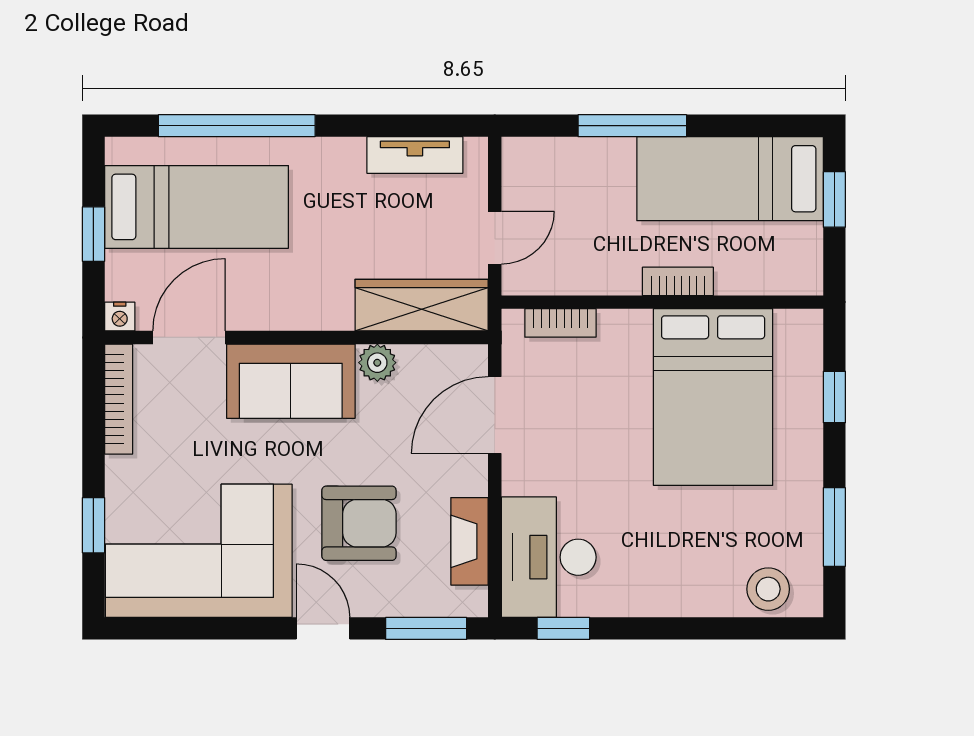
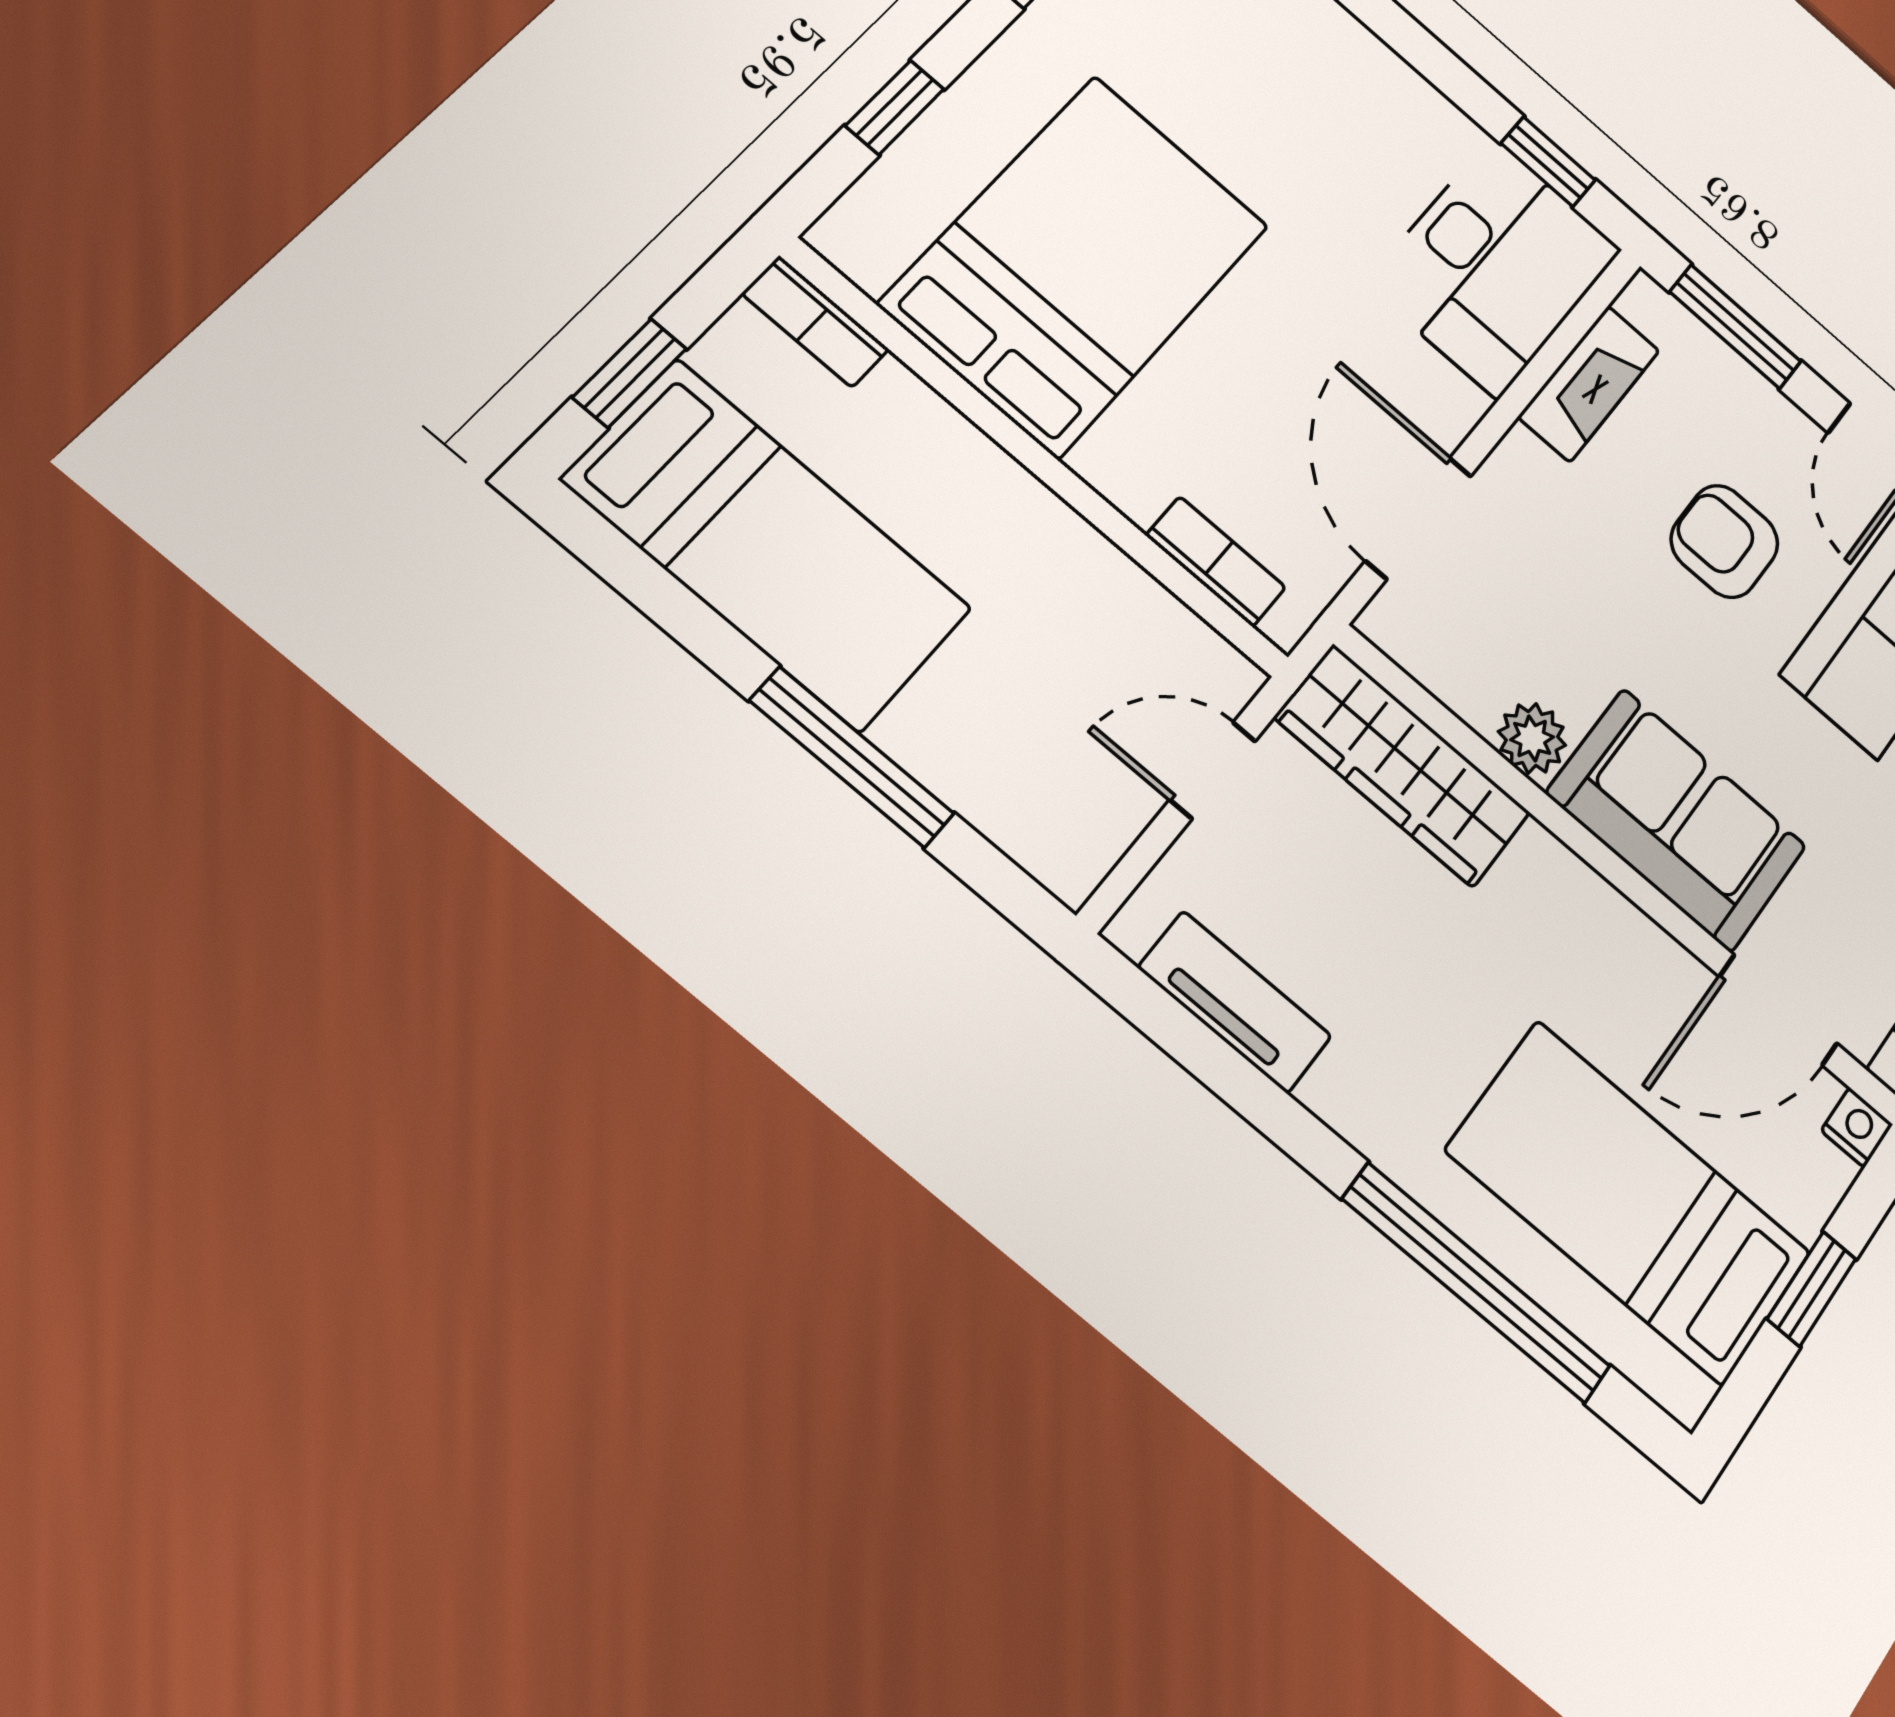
bookcase: (678, 281) -> (816, 321), moved
door: (495, 415) -> (1419, 518), swing flipped
armchair: (359, 523) -> (1725, 541), width x0.72, depth x0.72

